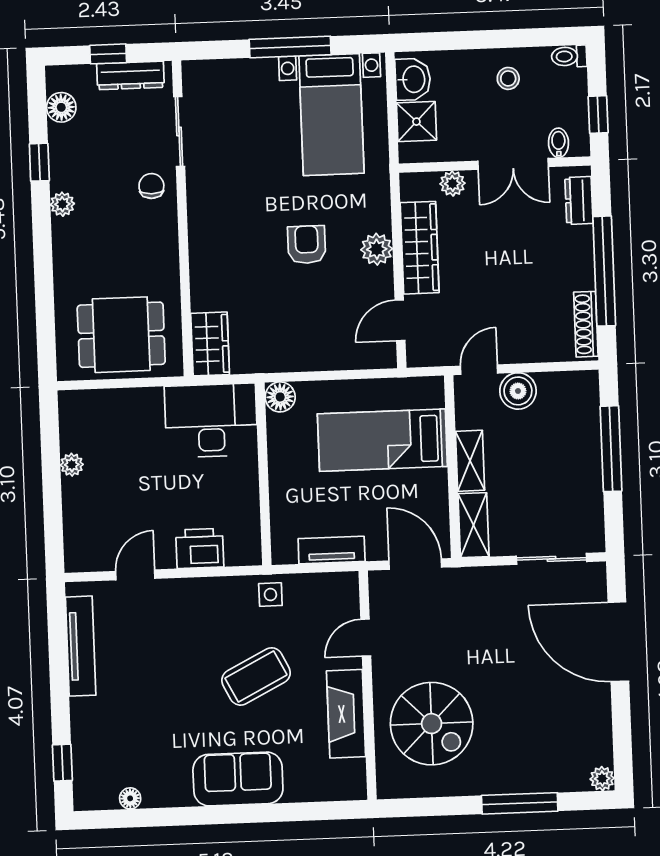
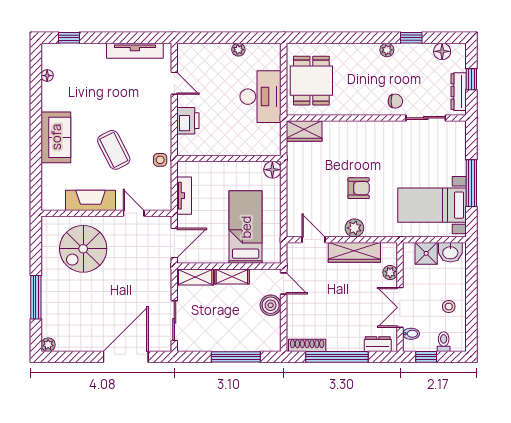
toilet: (569, 56) -> (444, 342), moved
desk: (211, 420) -> (261, 97), moved

